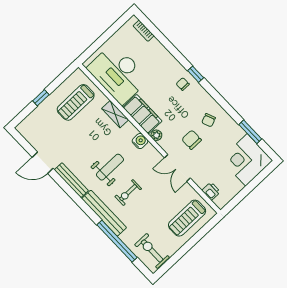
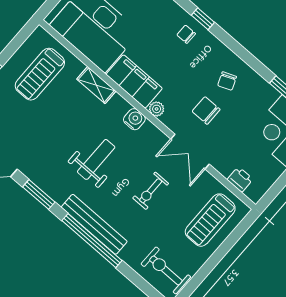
bench: (71, 180) -> (44, 183), removed
window: (67, 188) -> (39, 194), added
exercise bike: (128, 193) -> (151, 191), moved
window: (117, 241) -> (92, 241), moved

